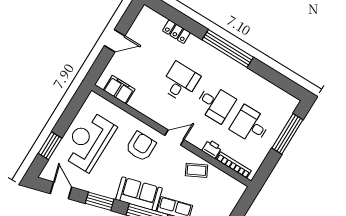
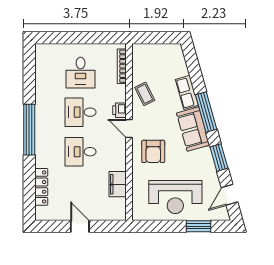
locker: (176, 32) -> (41, 187), width x1.53
filing cabinet: (119, 90) -> (118, 184), moved
desk: (215, 103) -> (81, 112), turned -90
window: (287, 134) -> (69, 38), removed
armchair: (141, 146) -> (153, 151), turned -90
printer: (212, 149) -> (120, 110), moved

